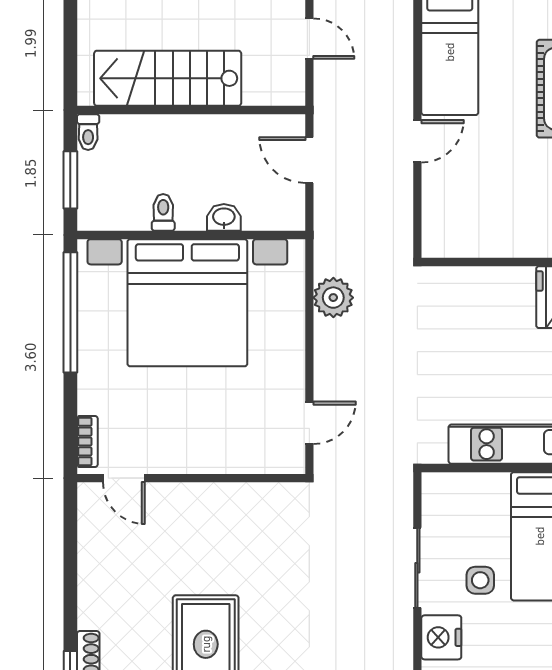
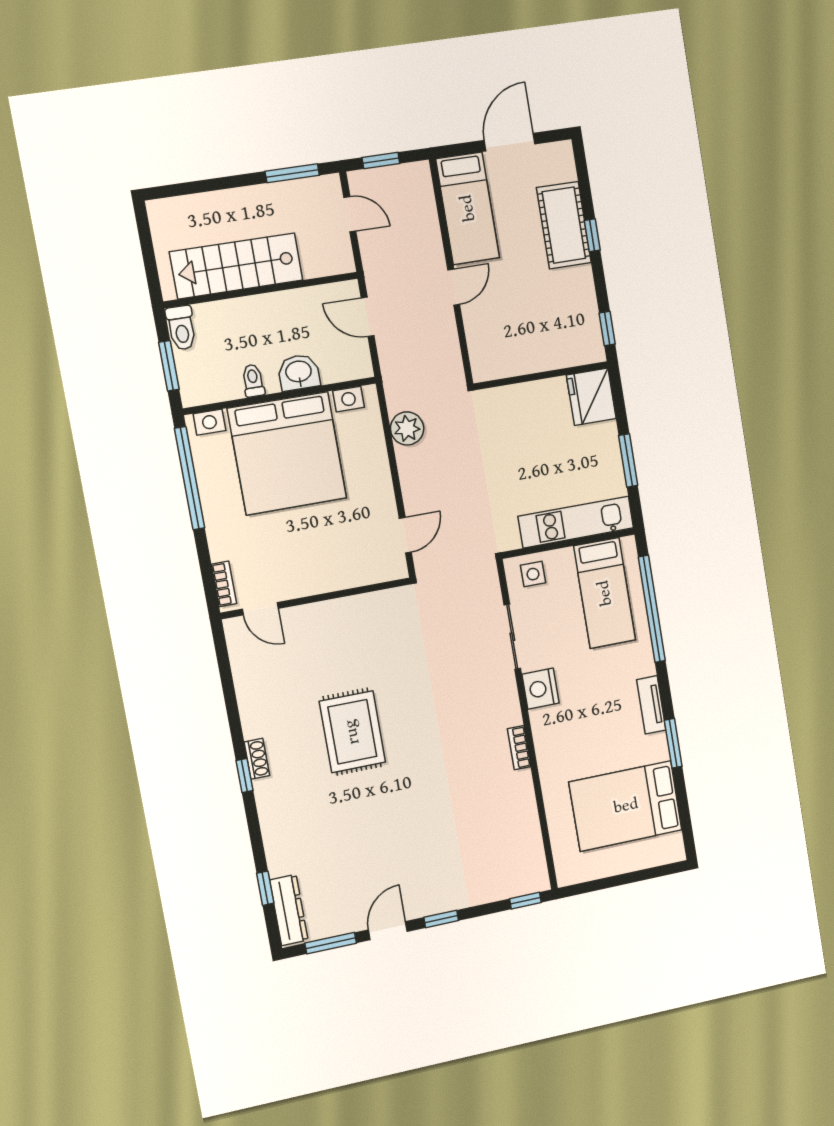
toilet: (88, 132) -> (181, 328), width x1.37, depth x1.39
washbasin: (224, 217) -> (299, 372), width x1.38, depth x1.45
side table: (480, 580) -> (533, 574), moved

